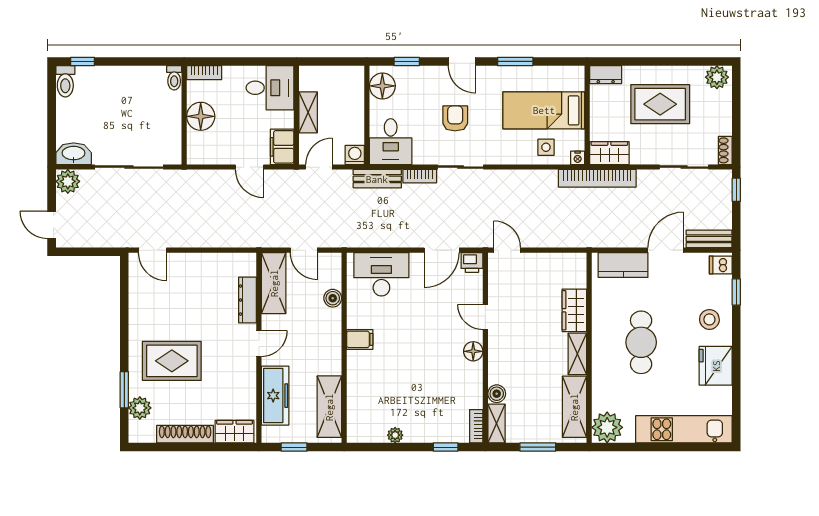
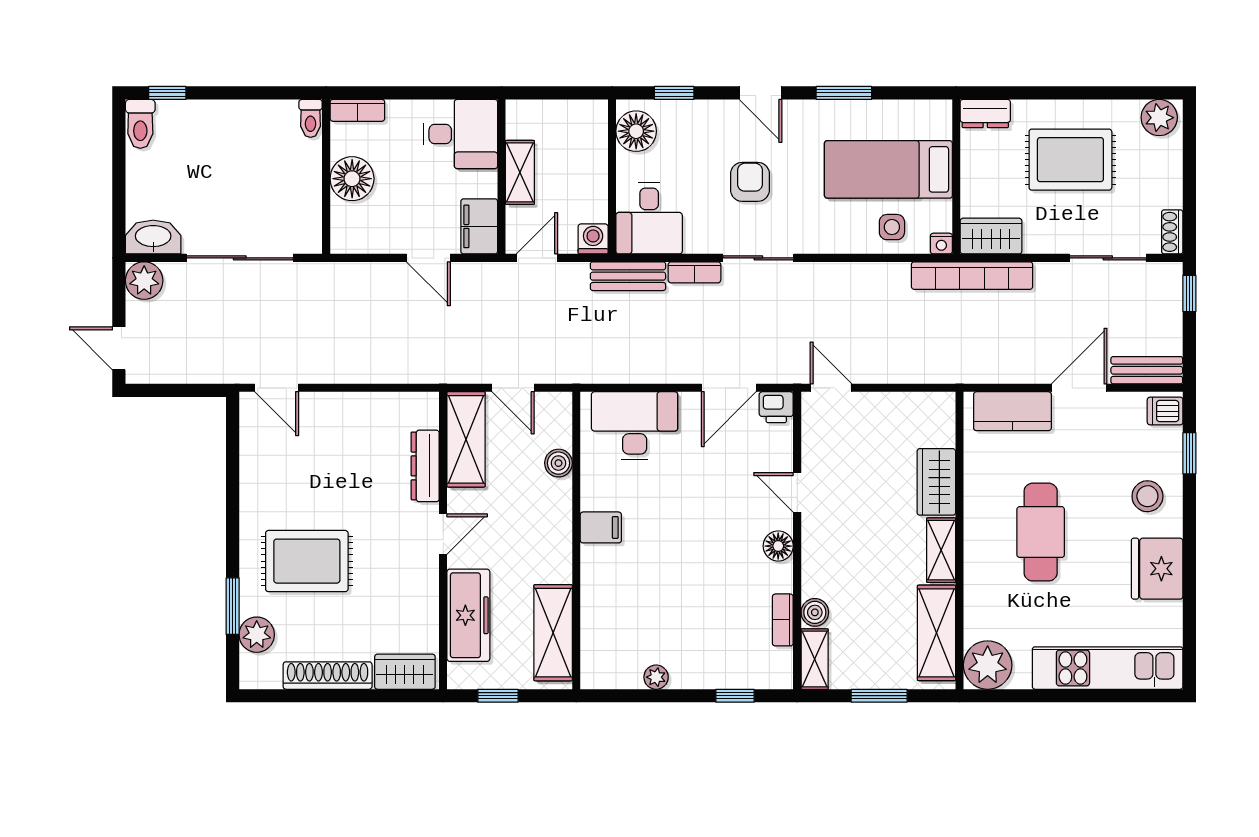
bookcase: (476, 426) -> (783, 620), moved

